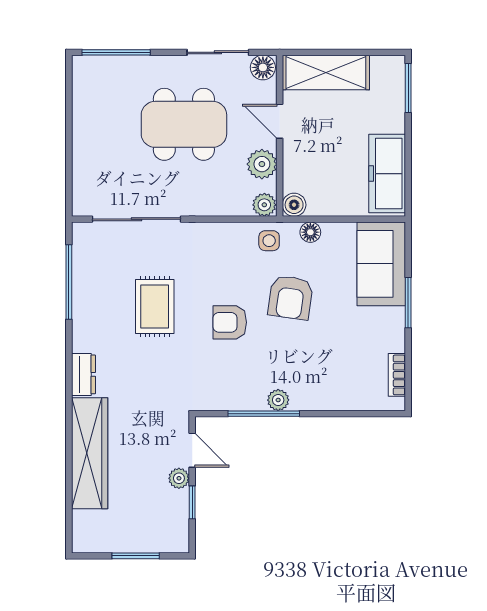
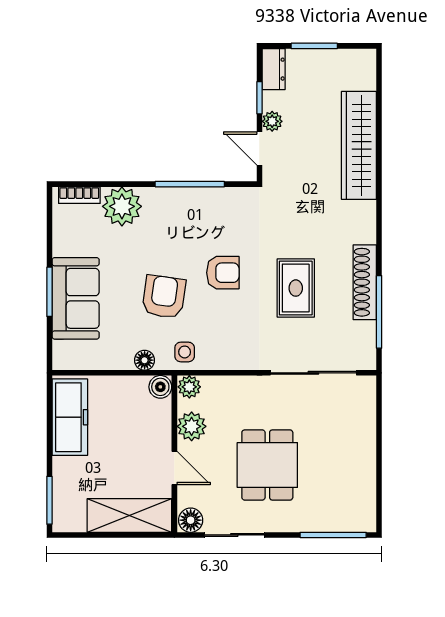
dining table: (184, 124) -> (267, 465), width x0.73
sofa: (381, 264) -> (76, 298), moved
shoe rack: (84, 313) -> (365, 282), added
dresser: (83, 374) -> (274, 69), moved, turned 180
bookcase: (397, 375) -> (79, 195), moved, turned 90
plant: (278, 400) -> (122, 206), moved, width x1.88, depth x1.88

